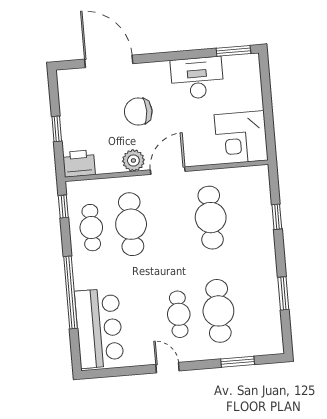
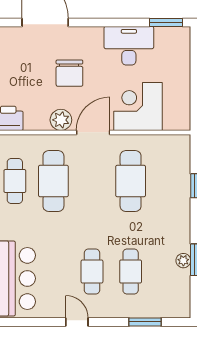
chair: (138, 111) -> (69, 73), turned -90
corner desk: (241, 137) -> (138, 106), moved, turned 90
plant: (272, 295) -> (183, 261), added
cafe table: (218, 311) -> (131, 272), width x0.73, depth x0.74

